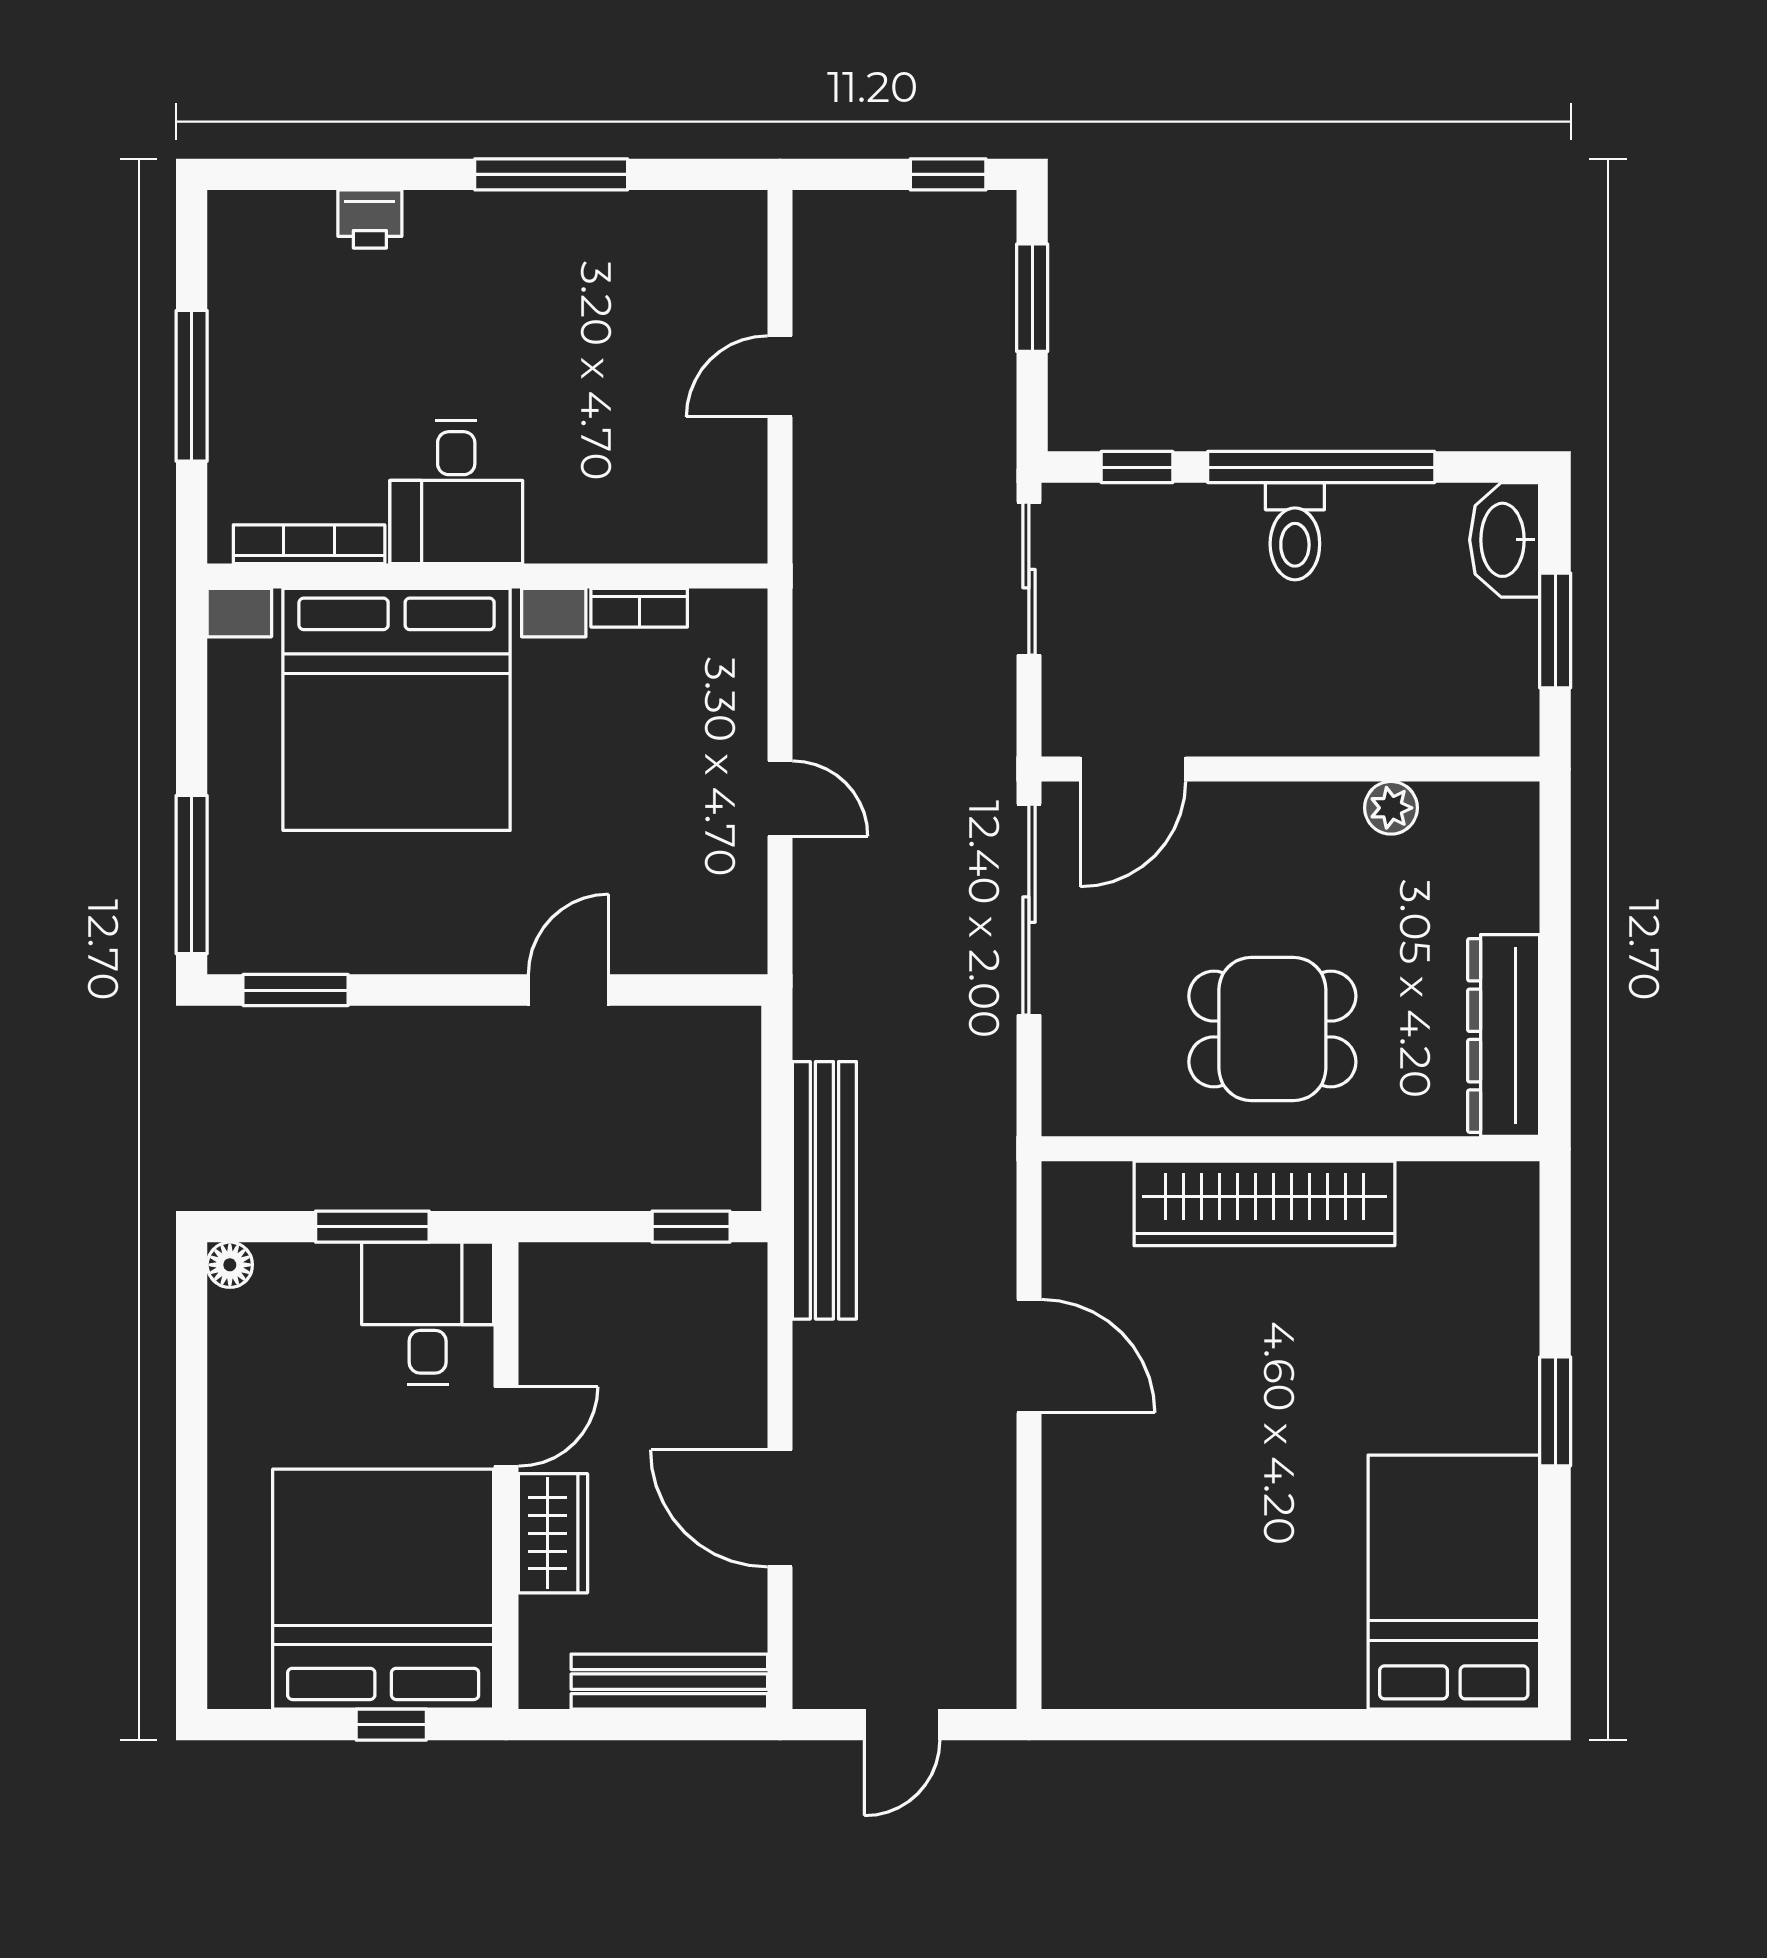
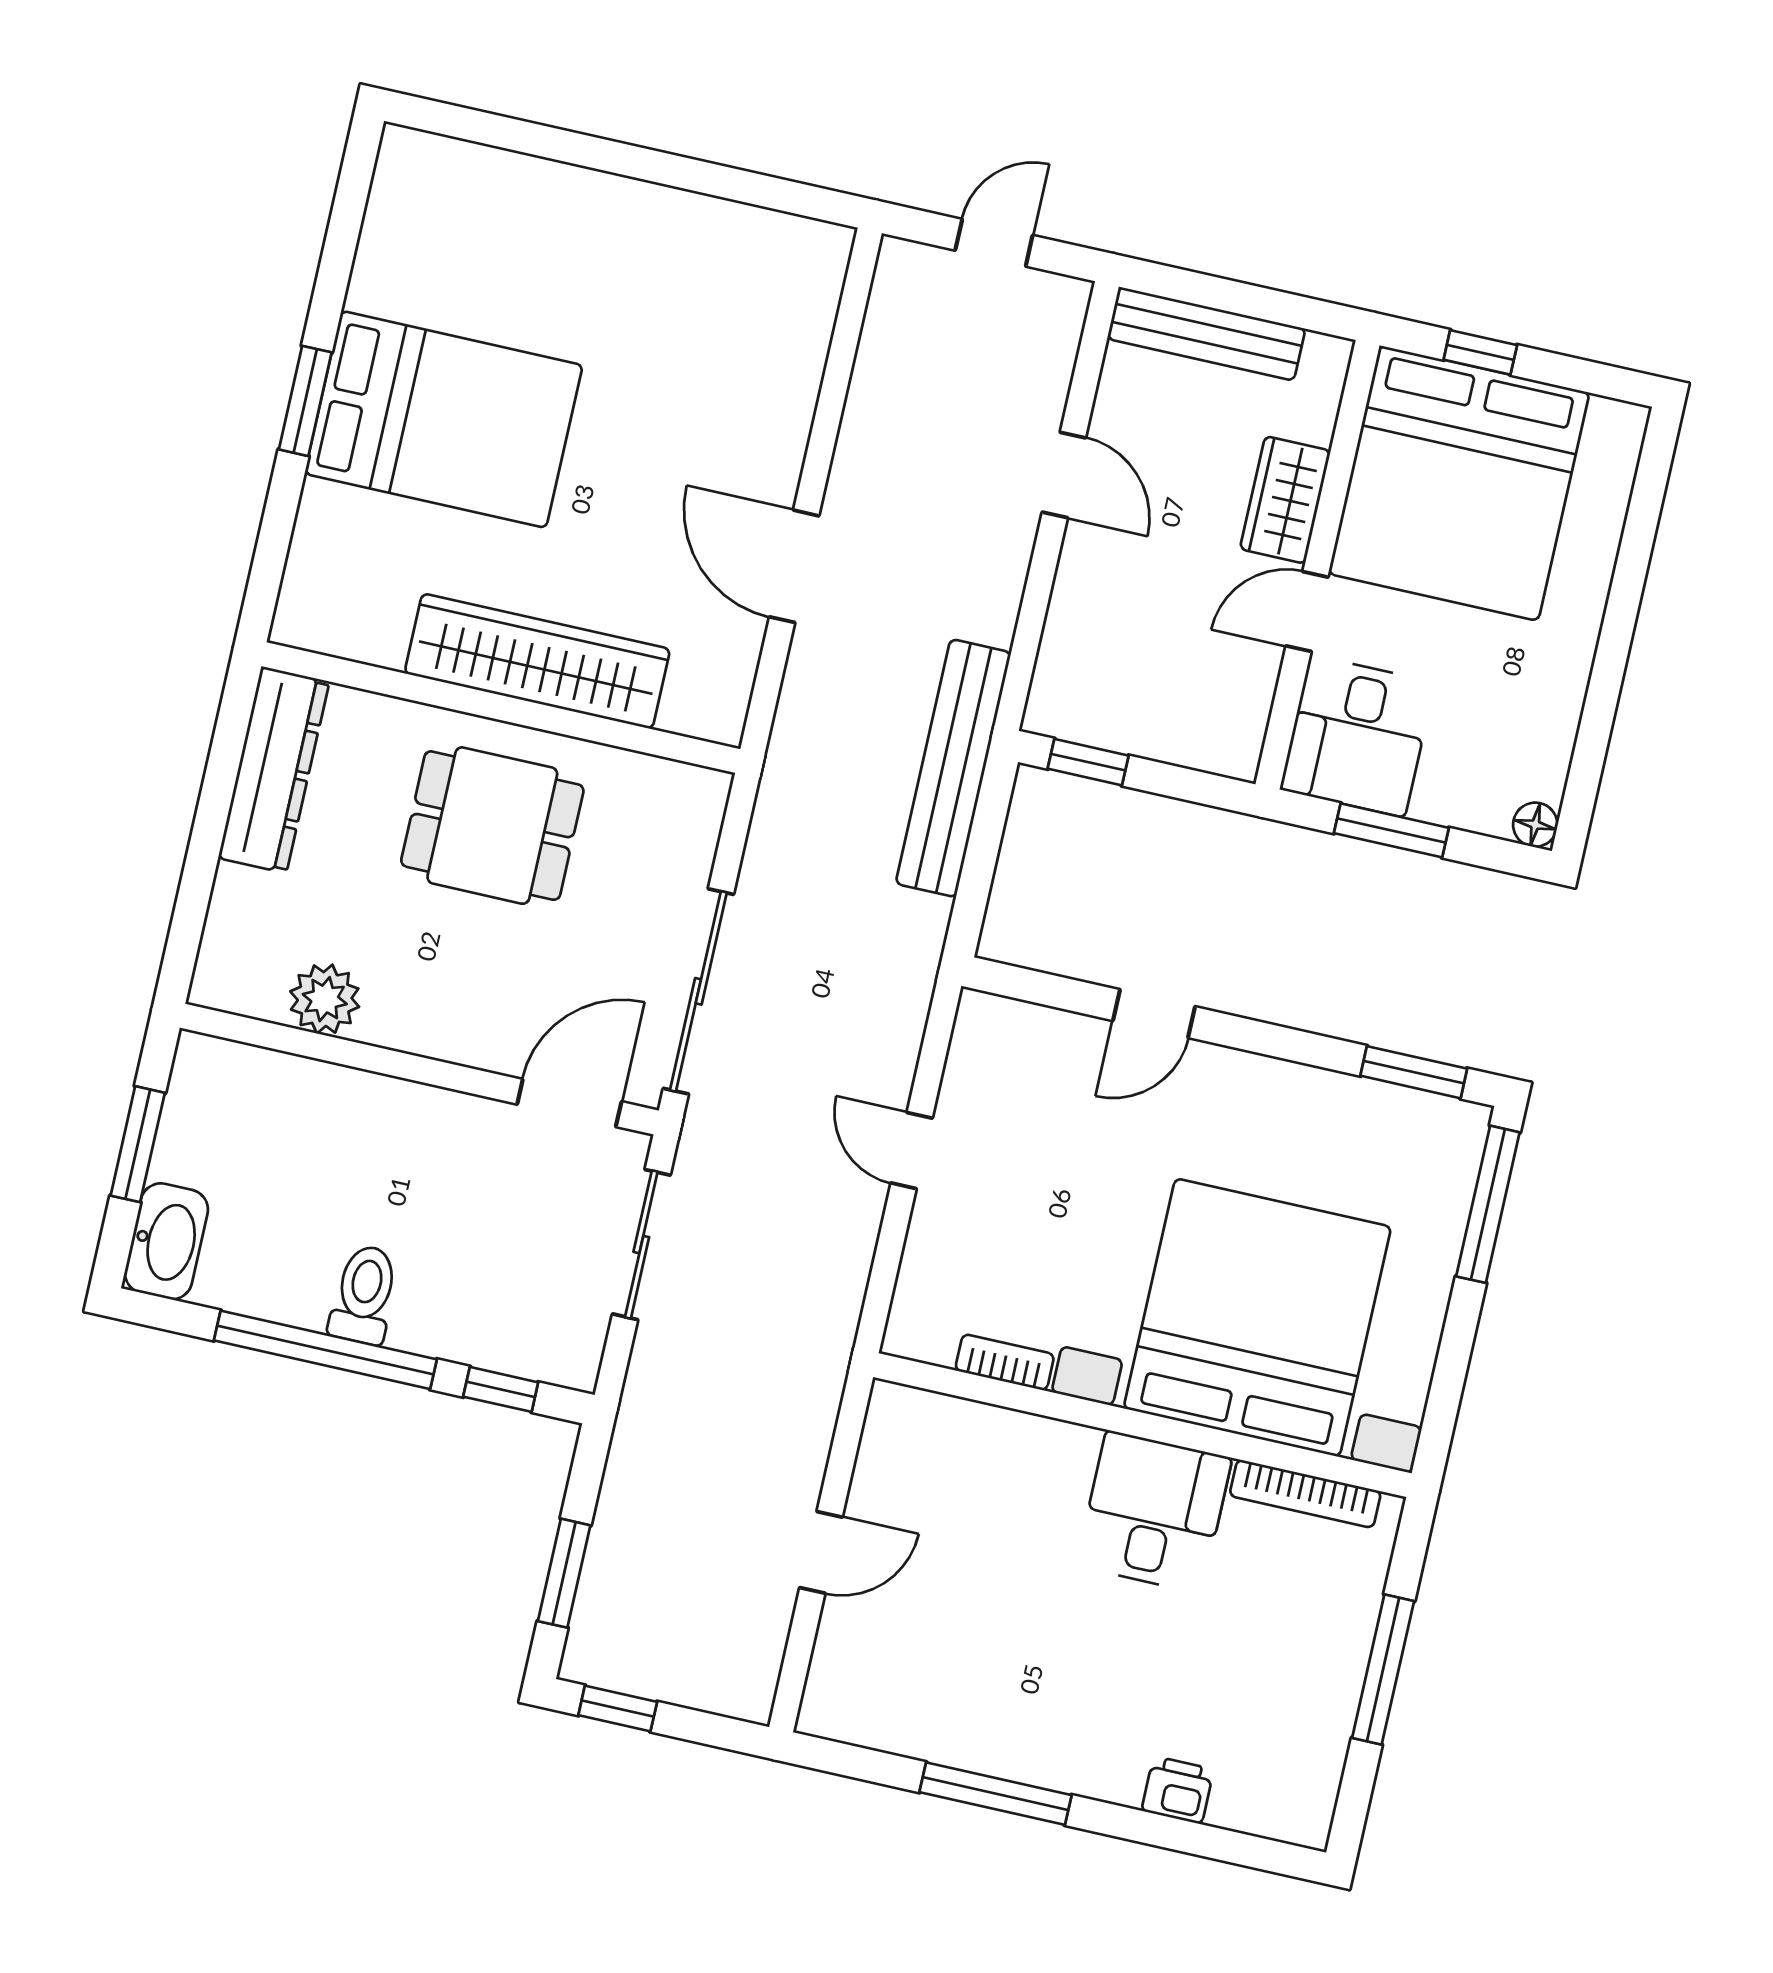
sliding door: (1029, 579) -> (641, 1245), moved
plant: (1391, 808) -> (325, 999), width x1.38, depth x1.38
door: (780, 1508) -> (1064, 475), width x0.73
bed: (1454, 1582) -> (444, 419), moved, turned -90

